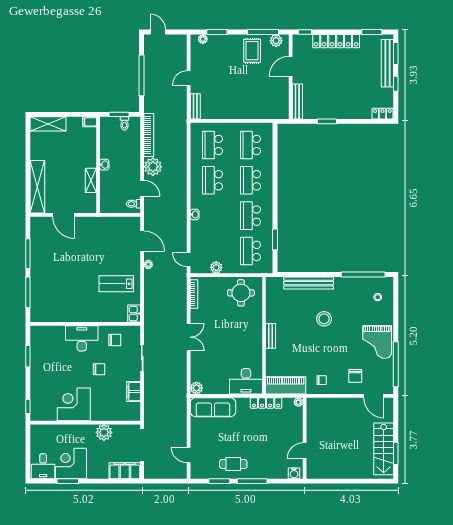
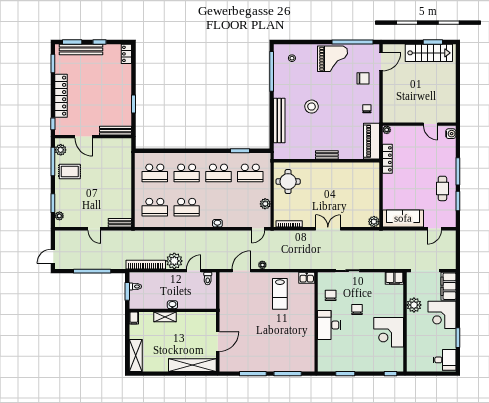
shelving: (91, 180) -> (165, 317), moved
desk: (246, 381) -> (368, 177), removed
filing cabinet: (134, 392) -> (394, 278), moved
sofa: (213, 407) -> (403, 218), moved, turned -90
corner desk: (71, 464) -> (442, 315), moved

